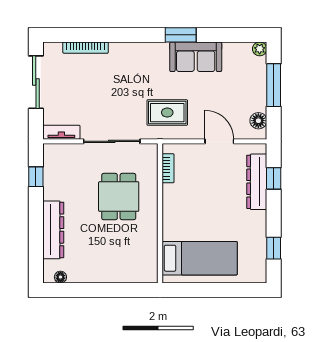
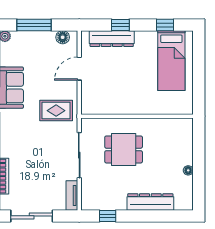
rug: (167, 113) -> (56, 111), turned 90
bookcase: (168, 168) -> (101, 110), removed
window: (274, 178) -> (120, 25), moved
bed: (200, 258) -> (171, 61), moved, turned 180
floor lamp: (60, 277) -> (188, 170), moved

